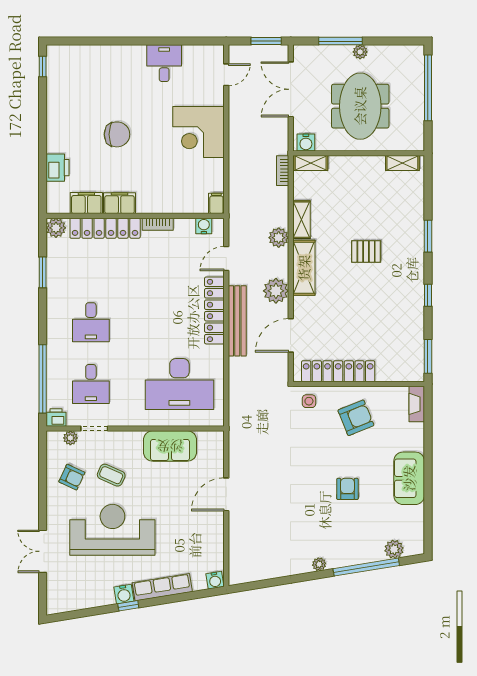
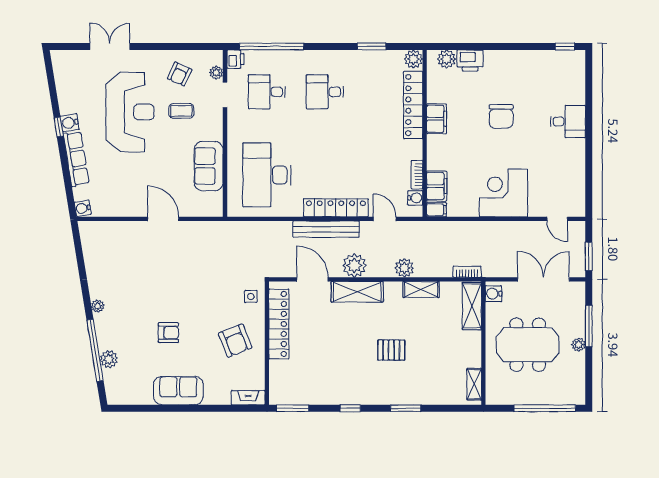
desk: (164, 63) -> (568, 121), moved
shelving: (311, 163) -> (472, 306), width x1.50, depth x1.33
plant: (56, 193) -> (447, 59), added
filing cabinet: (86, 203) -> (437, 186), moved
bookcase: (158, 224) -> (417, 175), moved
pallet: (366, 251) -> (391, 350), turned 90
shelving: (304, 268) -> (357, 292), moved
coffee table: (111, 475) -> (181, 111), turned 66
plant: (394, 549) -> (109, 359), moved

